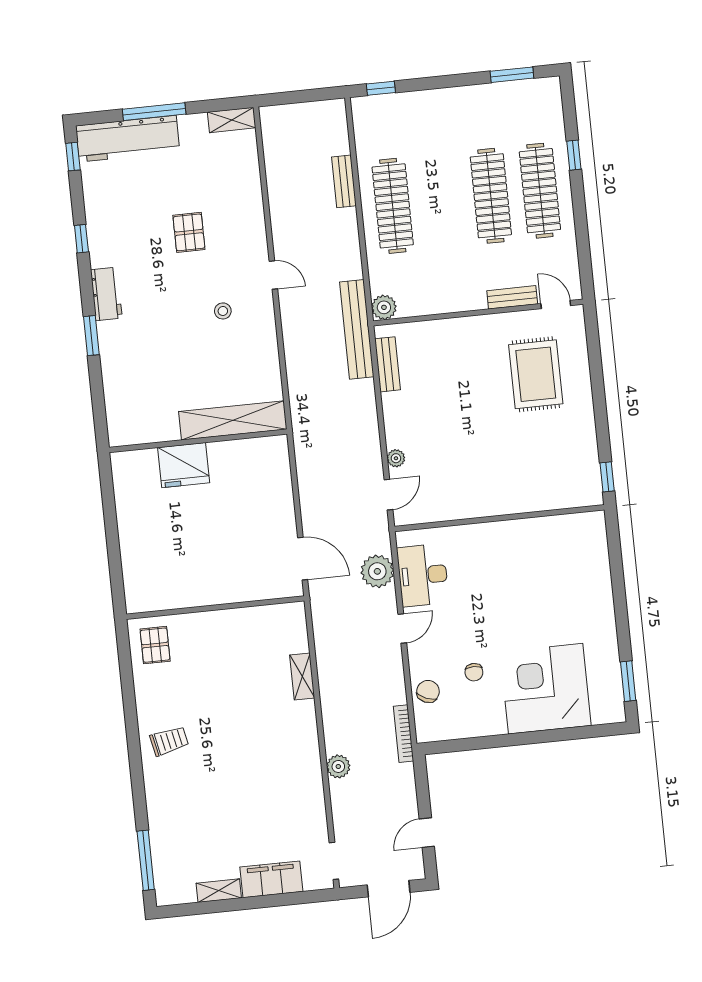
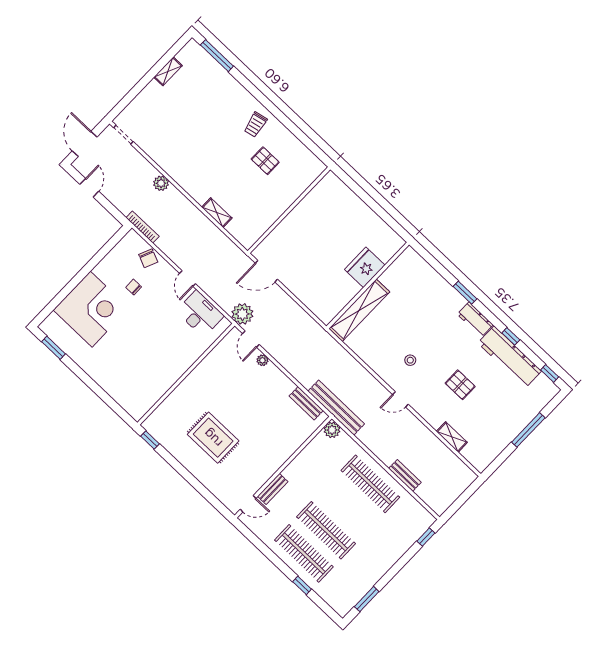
shelving: (232, 120) -> (452, 437), moved, turned 90
workbench: (128, 139) -> (510, 357), moved, turned -90
rug: (536, 374) -> (213, 438), moved
plant: (377, 571) -> (242, 314), moved
pallet: (155, 645) -> (265, 161), moved
filing cabinet: (271, 879) -> (147, 99), removed

